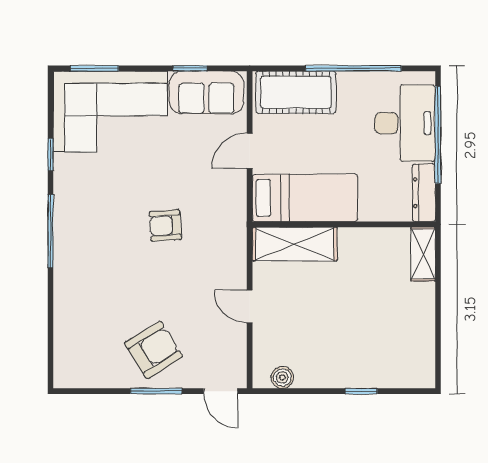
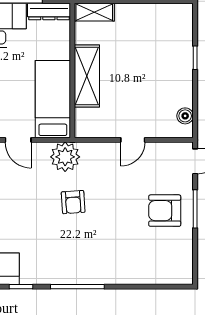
plant: (227, 215) -> (65, 157), added
shelving: (295, 244) -> (87, 76), moved
armchair: (154, 350) -> (165, 211), turned -58

